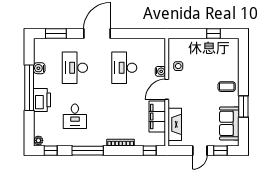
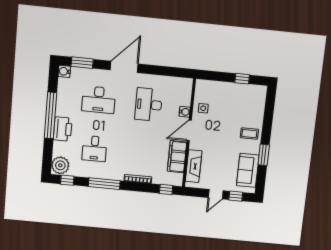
water cooler: (39, 68) -> (64, 71), moved
desk: (75, 68) -> (99, 100), turned -90
plant: (38, 140) -> (60, 165), width x1.88, depth x1.88

